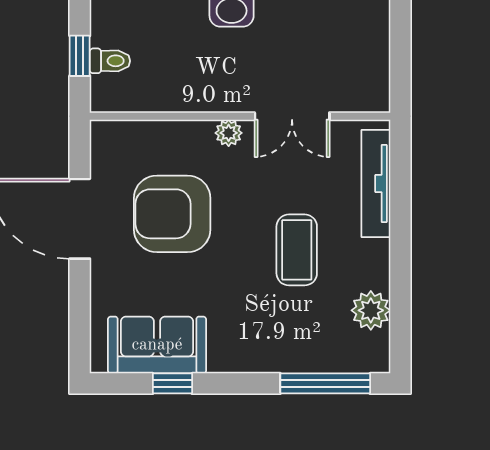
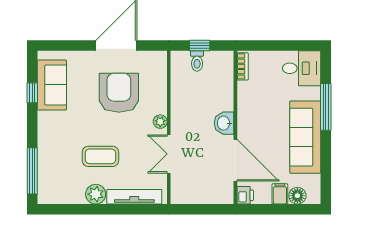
plant: (371, 310) -> (96, 194), moved

